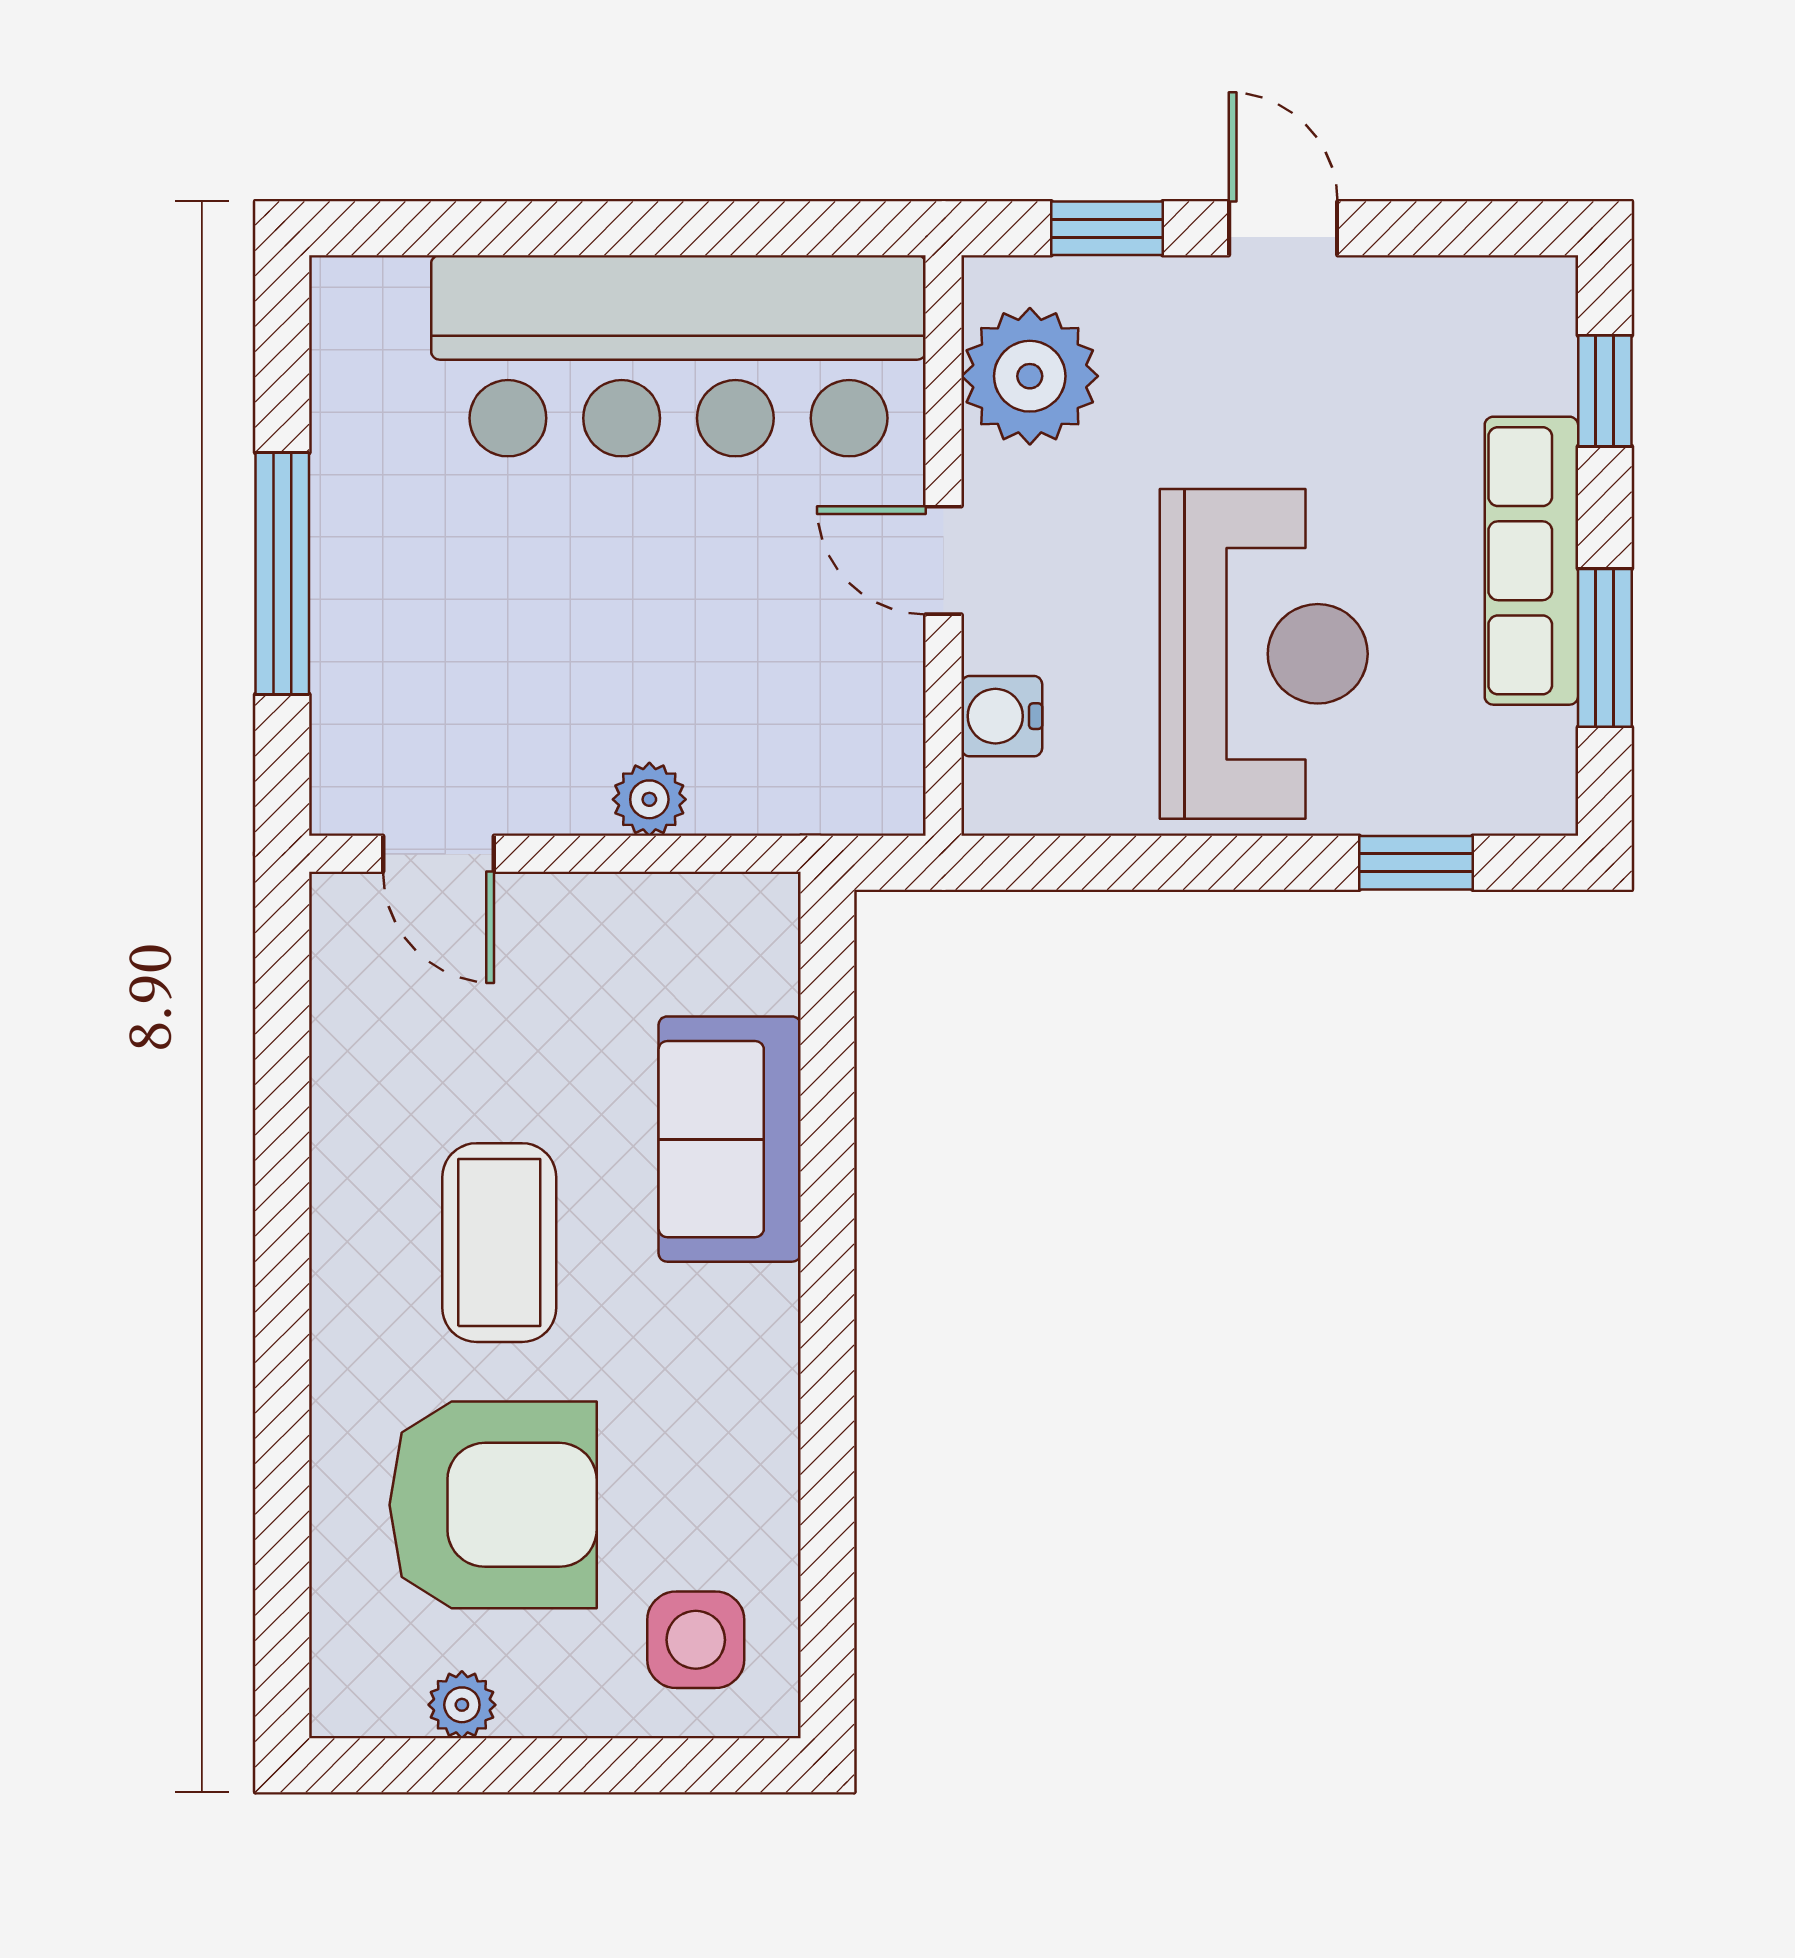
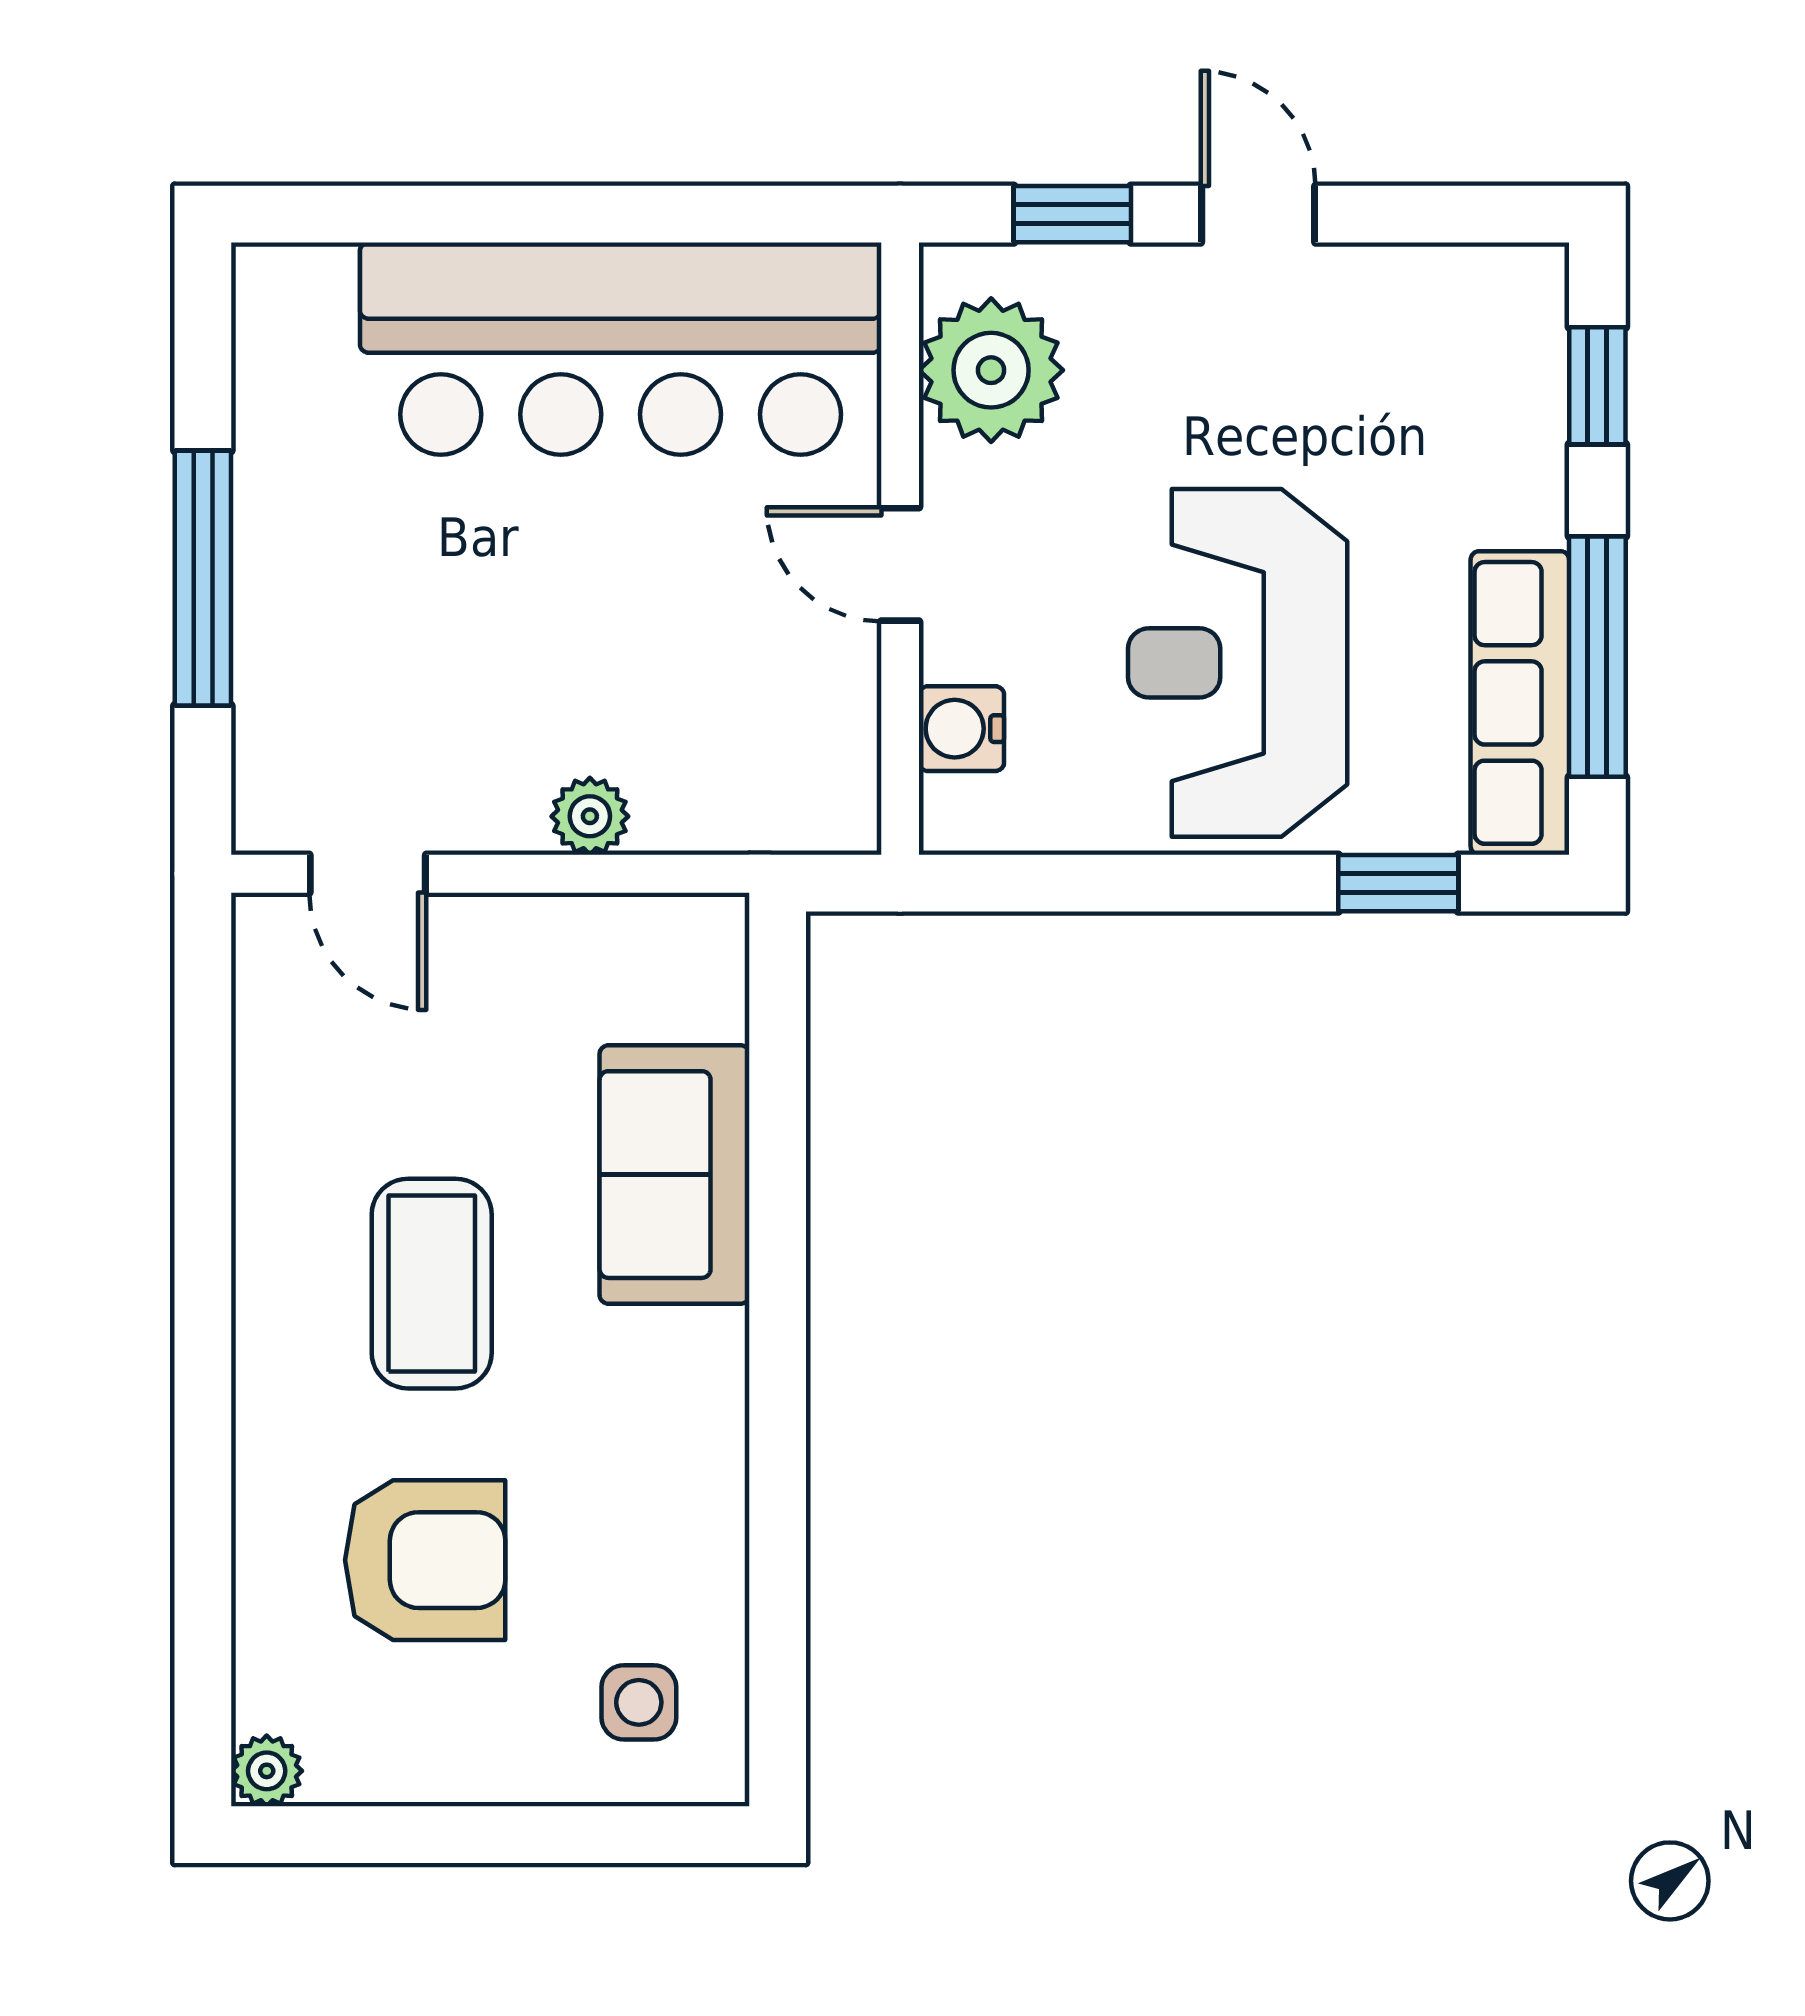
row of seats: (1531, 561) -> (1520, 703), moved
window: (1605, 648) -> (1597, 657), width x1.44
reception desk: (1264, 654) -> (1238, 663), turned 180
armchair: (493, 1505) -> (425, 1560), width x0.73, depth x0.73
side table: (696, 1640) -> (639, 1702), width x0.73, depth x0.73
plant: (462, 1705) -> (267, 1771), moved

